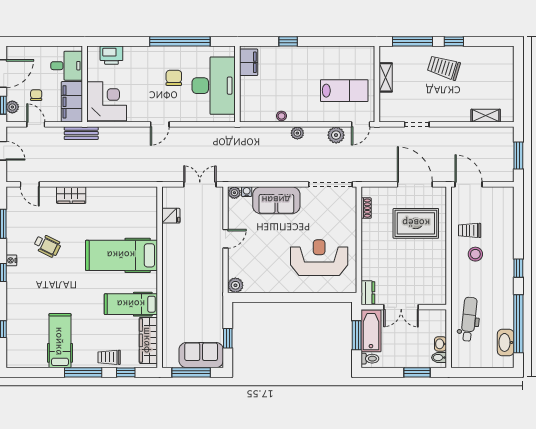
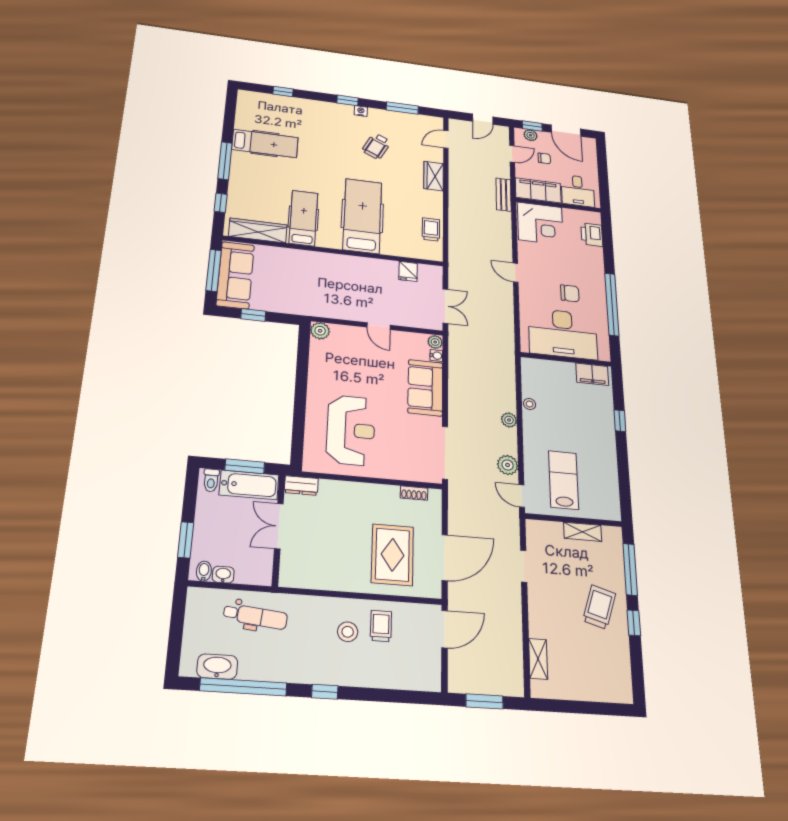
lab bench: (344, 91) -> (564, 480), turned 180
sofa: (201, 355) -> (235, 275), width x1.36
trolley: (109, 357) -> (431, 229), moved

